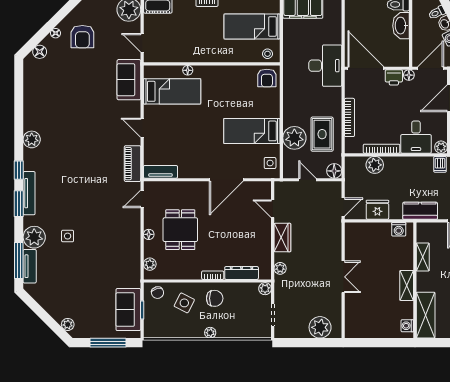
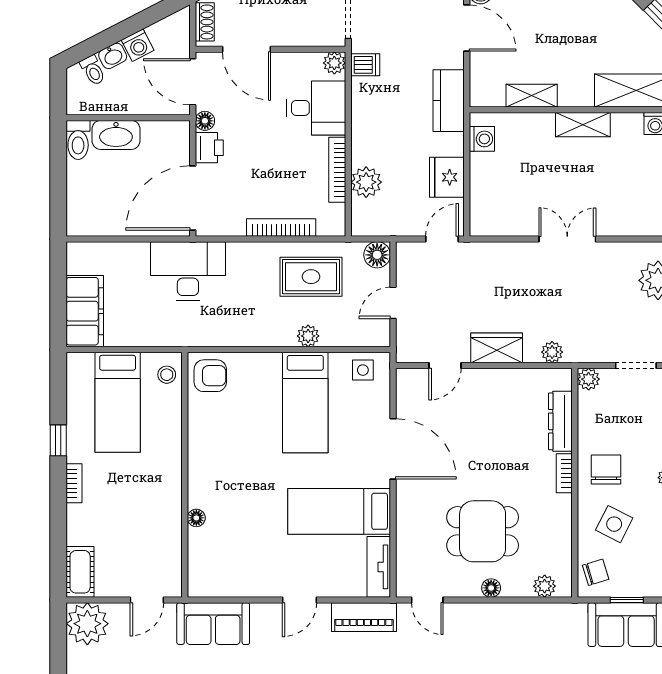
bed: (172, 91) -> (339, 511), moved, turned -90
plant: (294, 138) -> (308, 336), width x0.53, depth x0.53
door: (343, 207) -> (442, 239), hinge flipped

